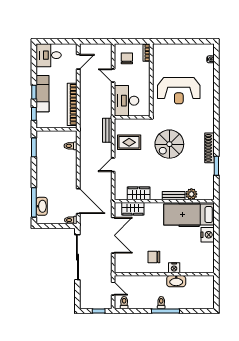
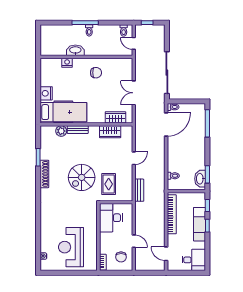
door: (78, 62) -> (166, 254), hinge flipped
reception desk: (179, 91) -> (71, 247), moved, turned -90
desk: (127, 101) -> (111, 218), moved, turned 180
rug: (129, 142) -> (109, 184), moved, turned 90
spiral stairs: (169, 144) -> (82, 177), turned 180
door: (78, 201) -> (166, 125), swing flipped
washbasin: (42, 206) -> (200, 179), moved
double door: (113, 235) -> (134, 93), width x0.73
nightstand: (174, 268) -> (67, 63), moved

